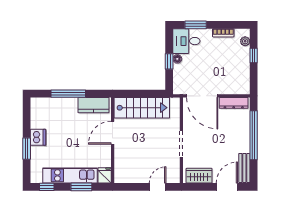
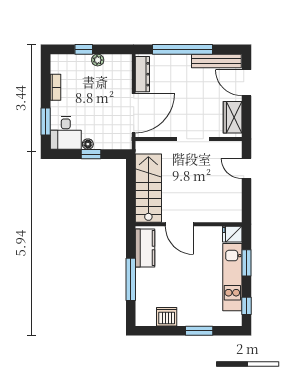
plant: (245, 41) -> (98, 60), moved
dishwasher: (38, 137) -> (167, 317), moved
bench: (244, 168) -> (216, 61), width x1.36

